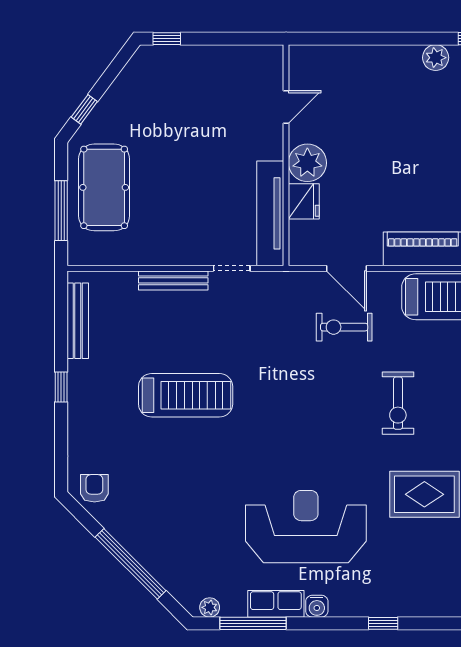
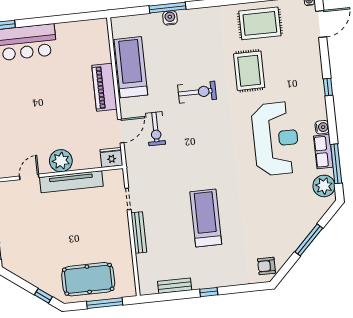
door: (286, 107) -> (29, 177), hinge flipped
fridge: (304, 201) -> (111, 157), moved
tv unit: (270, 213) -> (71, 182), moved
bench: (78, 321) -> (175, 286), width x0.73
reception desk: (306, 527) -> (276, 139), turned 180
window: (131, 564) -> (309, 240), width x0.68
plant: (210, 607) -> (324, 186), width x1.88, depth x1.88

